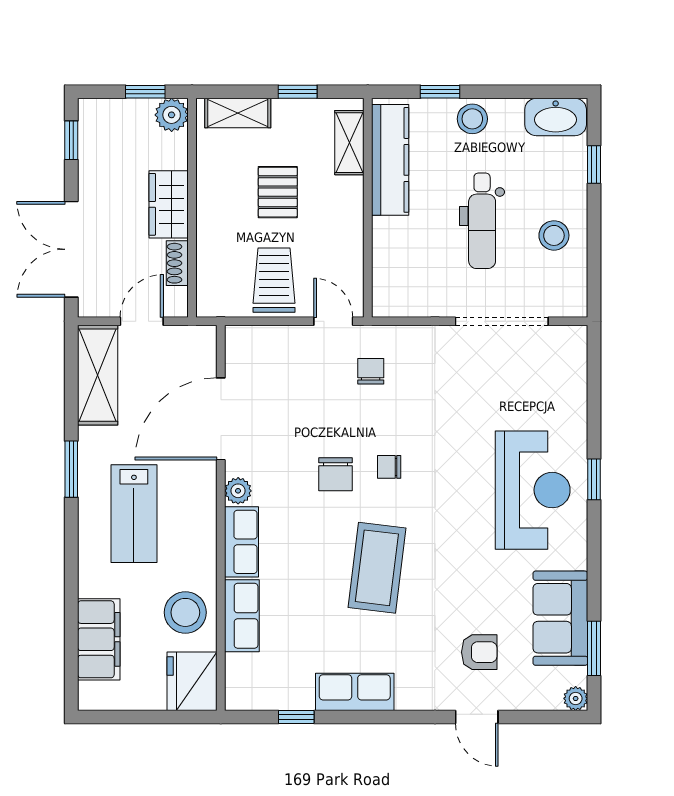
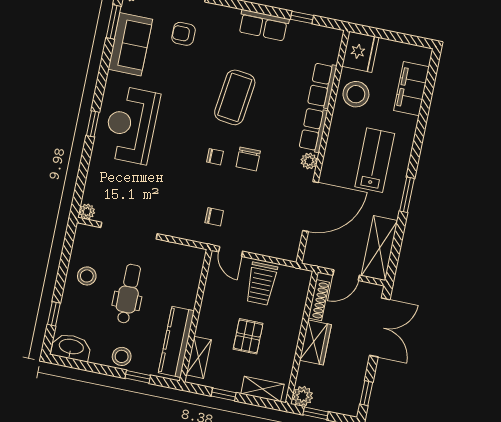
shoe rack: (177, 263) -> (319, 300), width x1.43
plant: (575, 338) -> (87, 212), added
chair: (371, 371) -> (214, 217), turned -90
chair: (336, 474) -> (248, 159), turned 180

